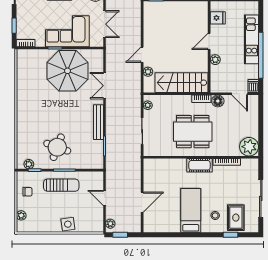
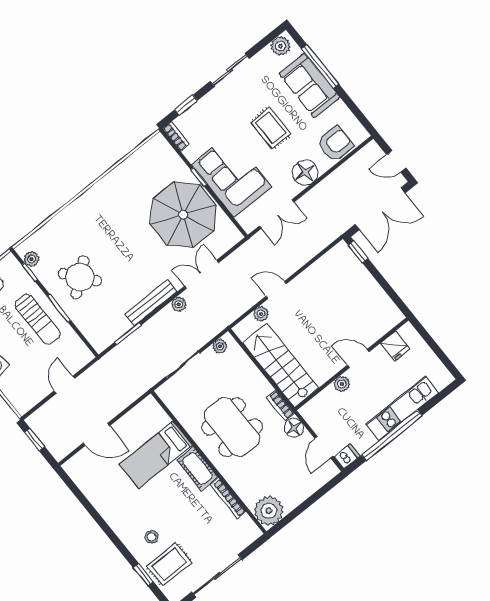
round table: (57, 147) -> (80, 277), turned 31
bed: (191, 210) -> (156, 455), moved, turned 180
plant: (110, 224) -> (179, 304), moved

